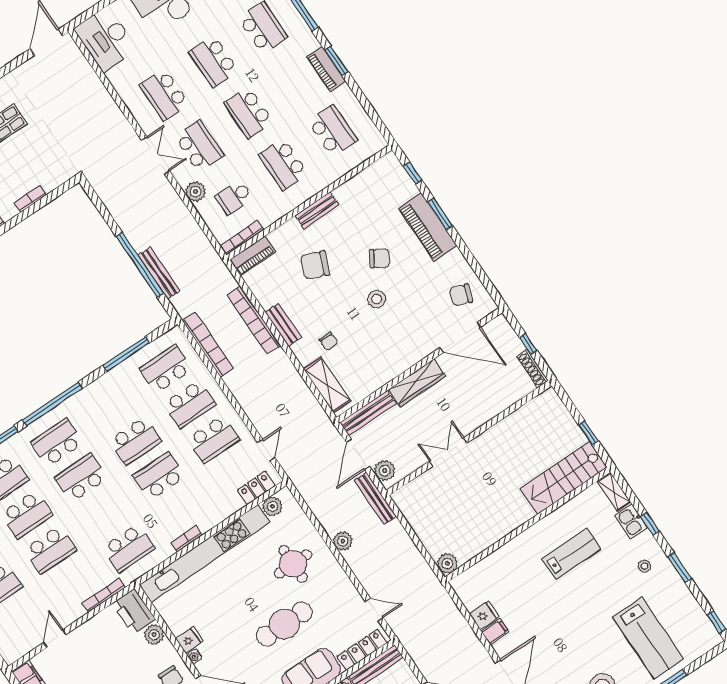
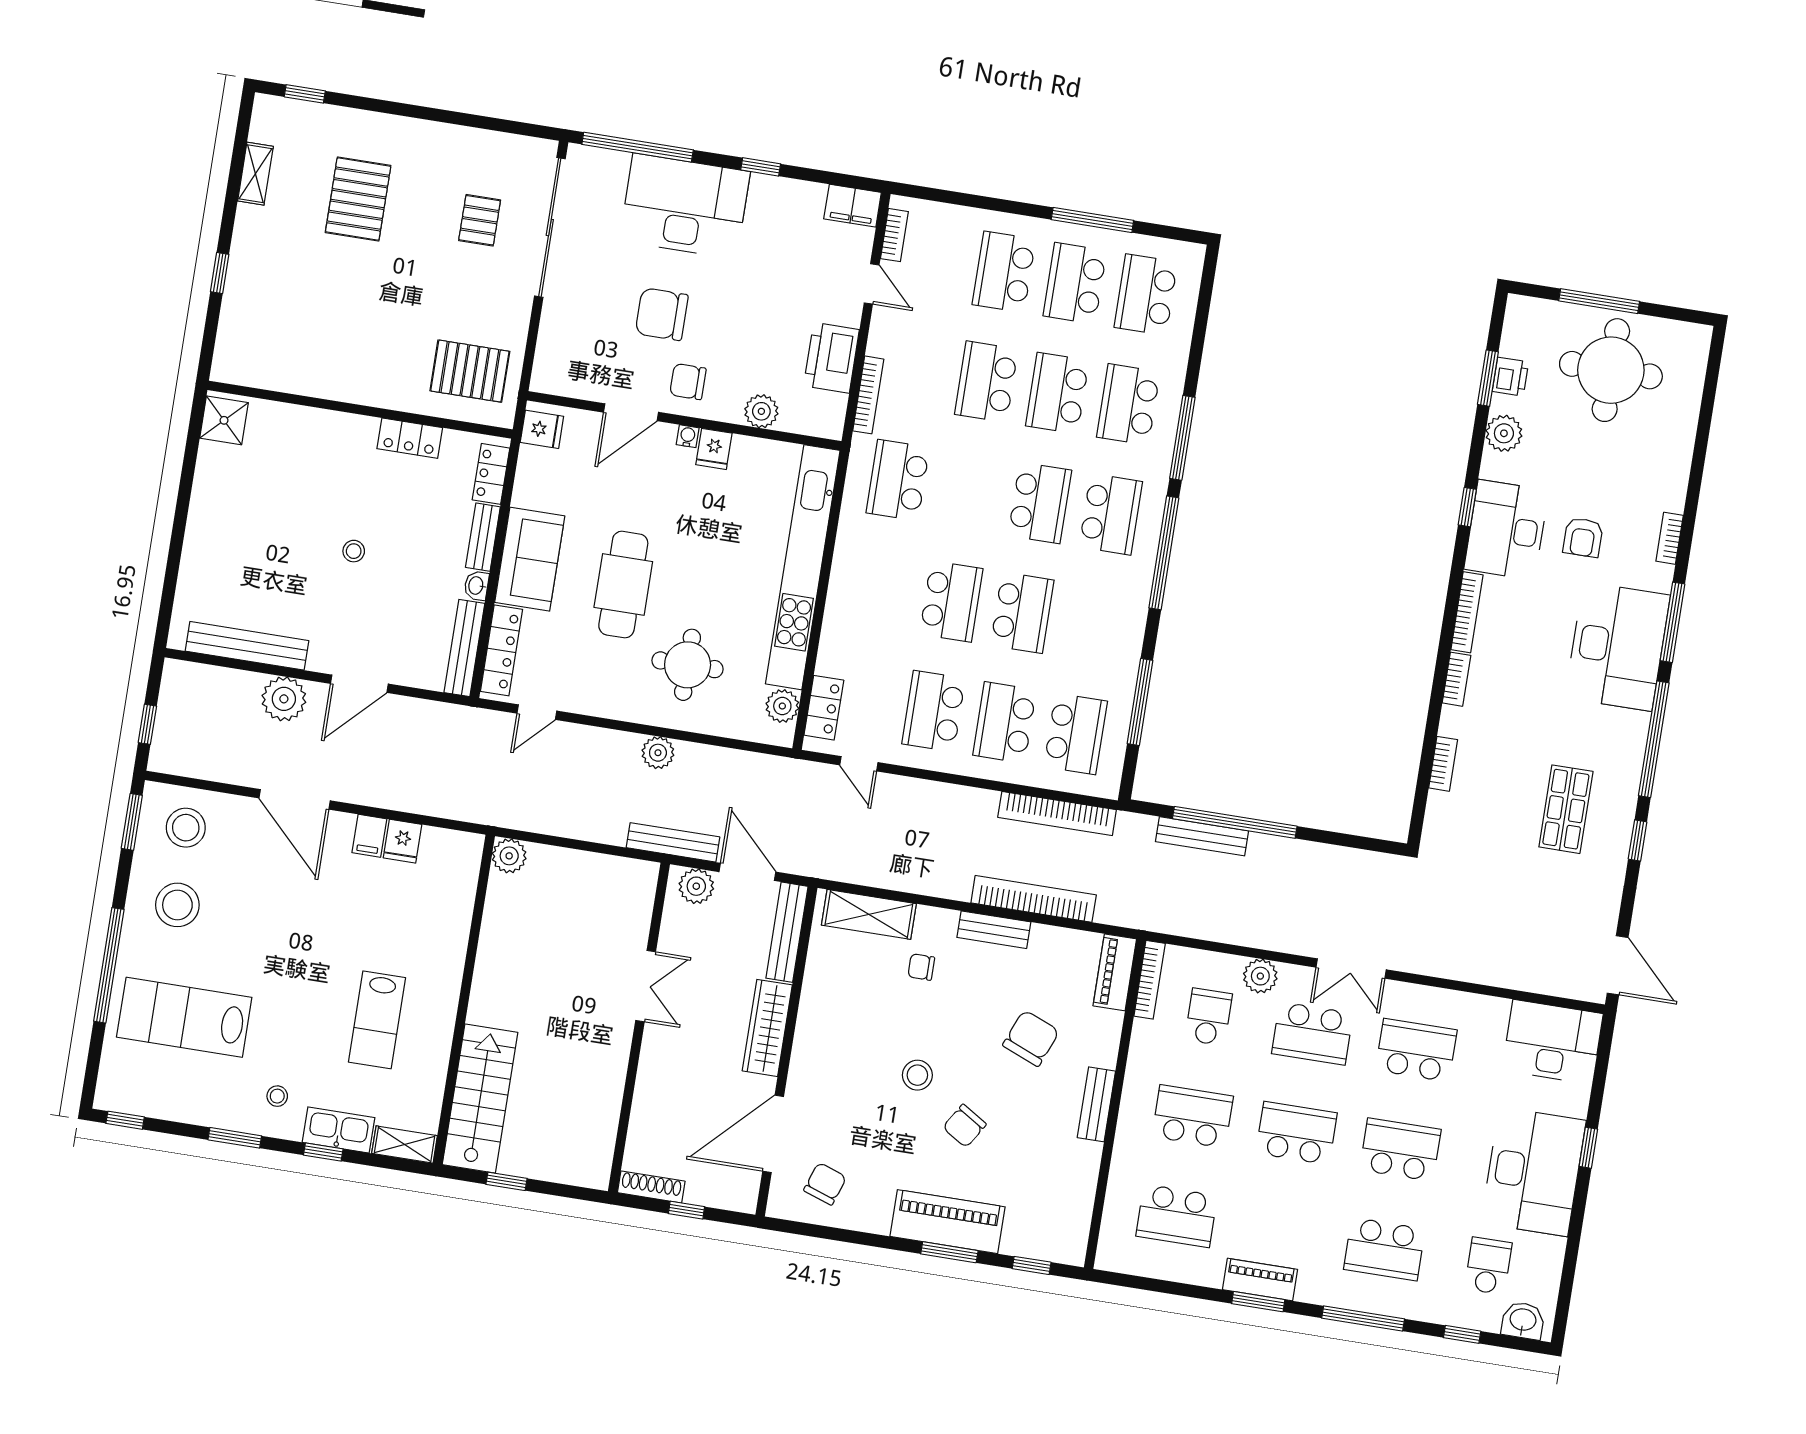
school desk: (135, 441) -> (1022, 613), turned 180
kitchen sink: (631, 522) -> (339, 1130), width x1.38
bookcase: (187, 539) -> (894, 235), moved
printer: (134, 611) -> (831, 358), moved, turned -90

